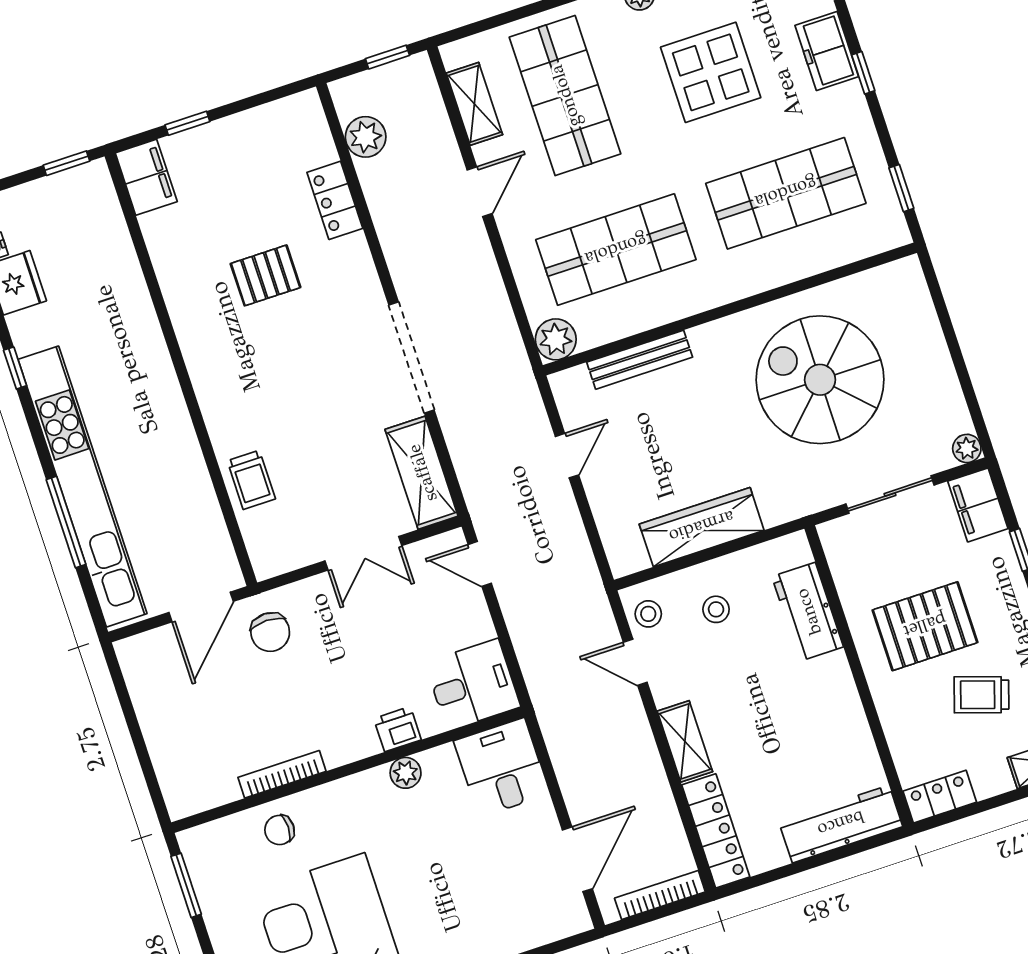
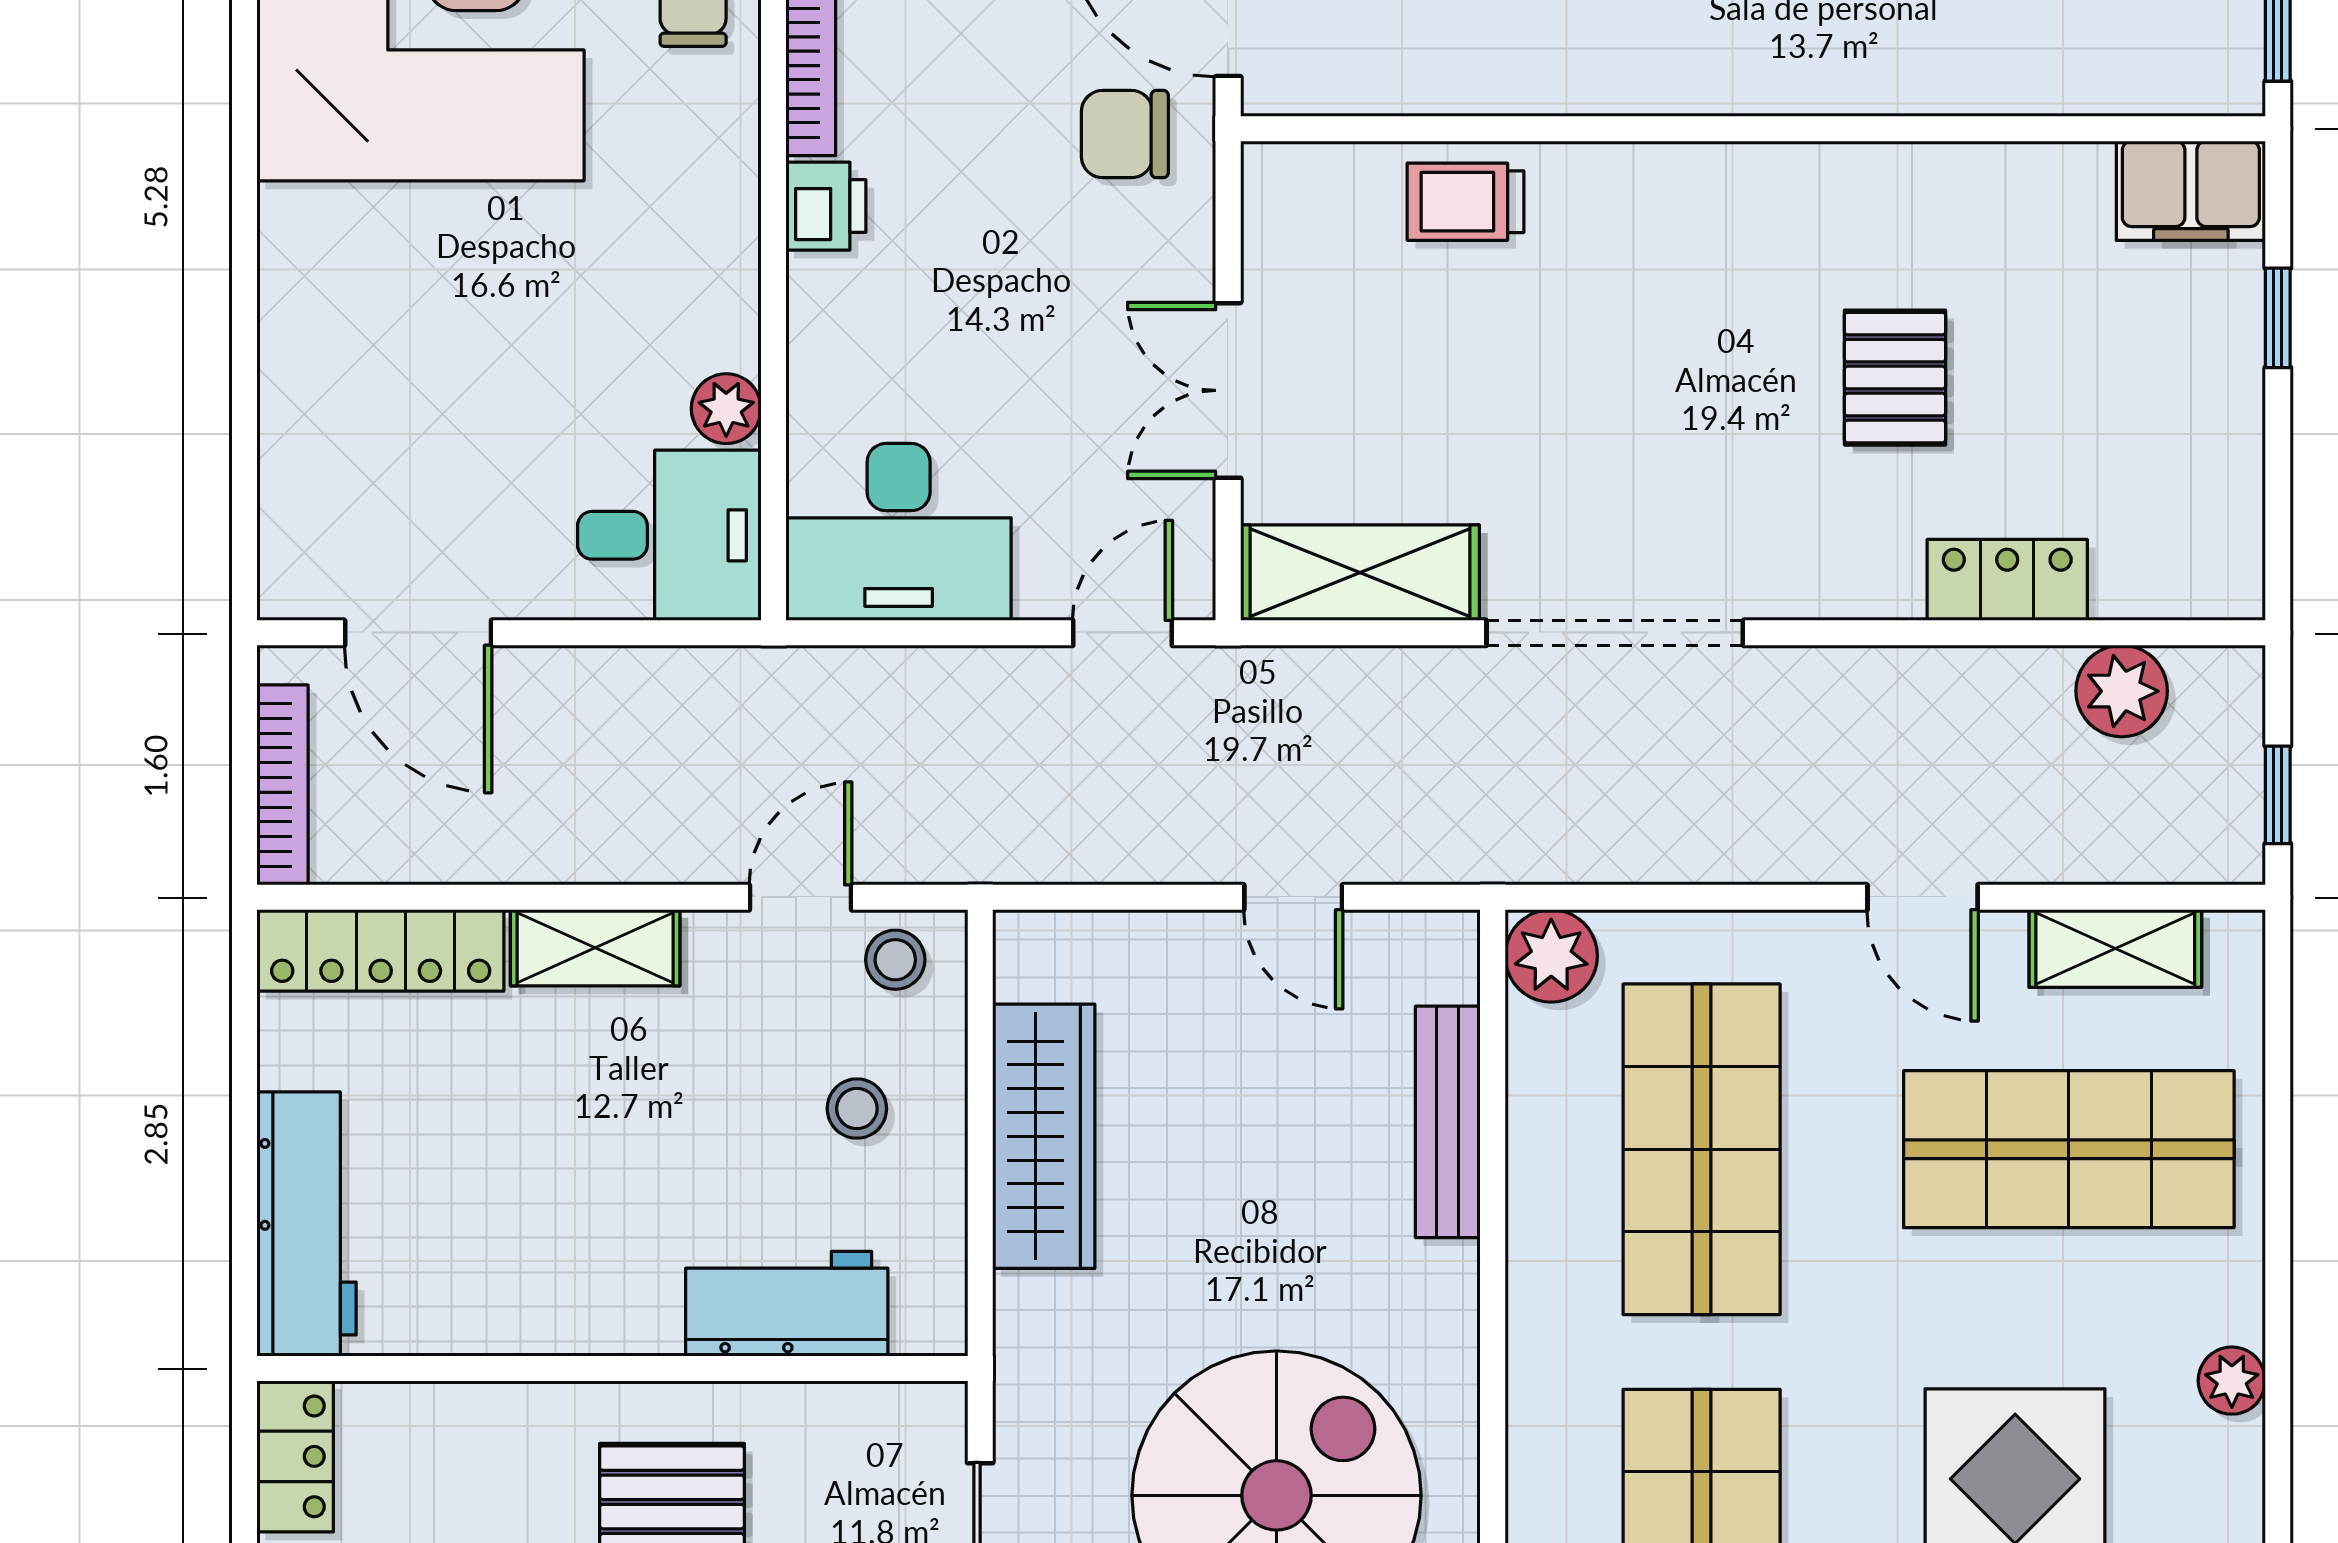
desk: (473, 685) -> (899, 532), width x1.37
printer: (397, 729) -> (826, 206), moved
plant: (406, 773) -> (726, 409), moved

